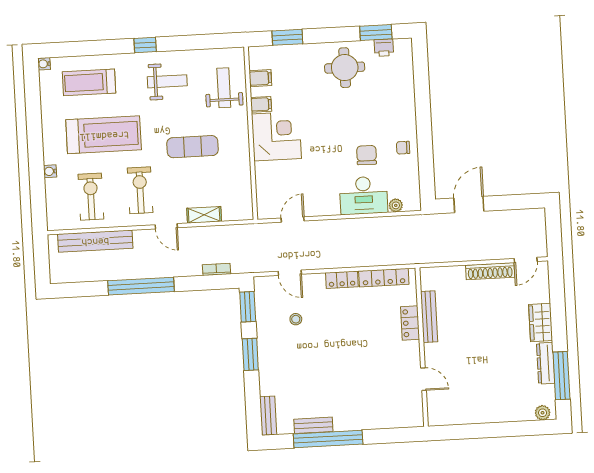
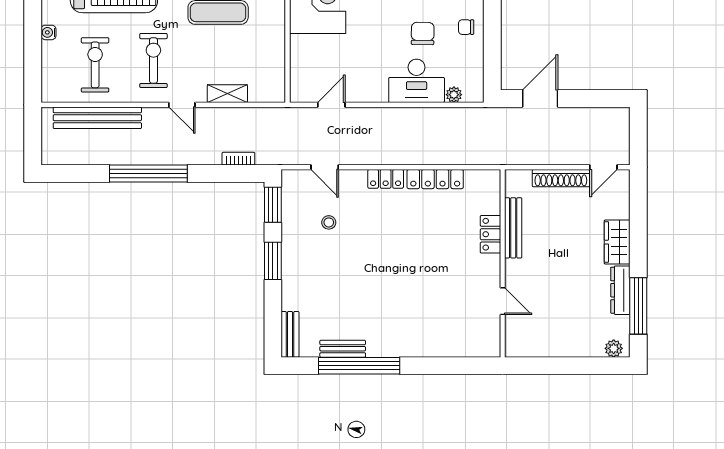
bench: (429, 317) -> (513, 228), moved
locker: (410, 323) -> (490, 234), moved
wall: (422, 347) -> (503, 263), moved
door: (423, 379) -> (503, 301), moved

